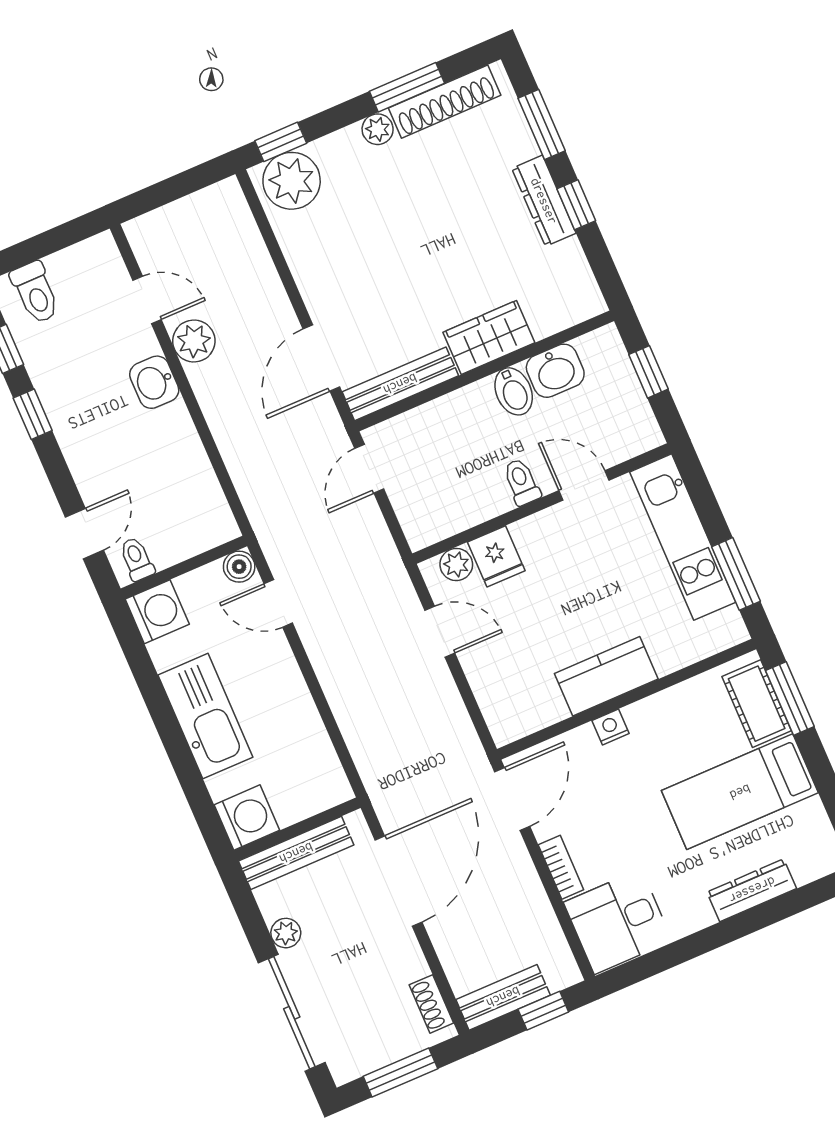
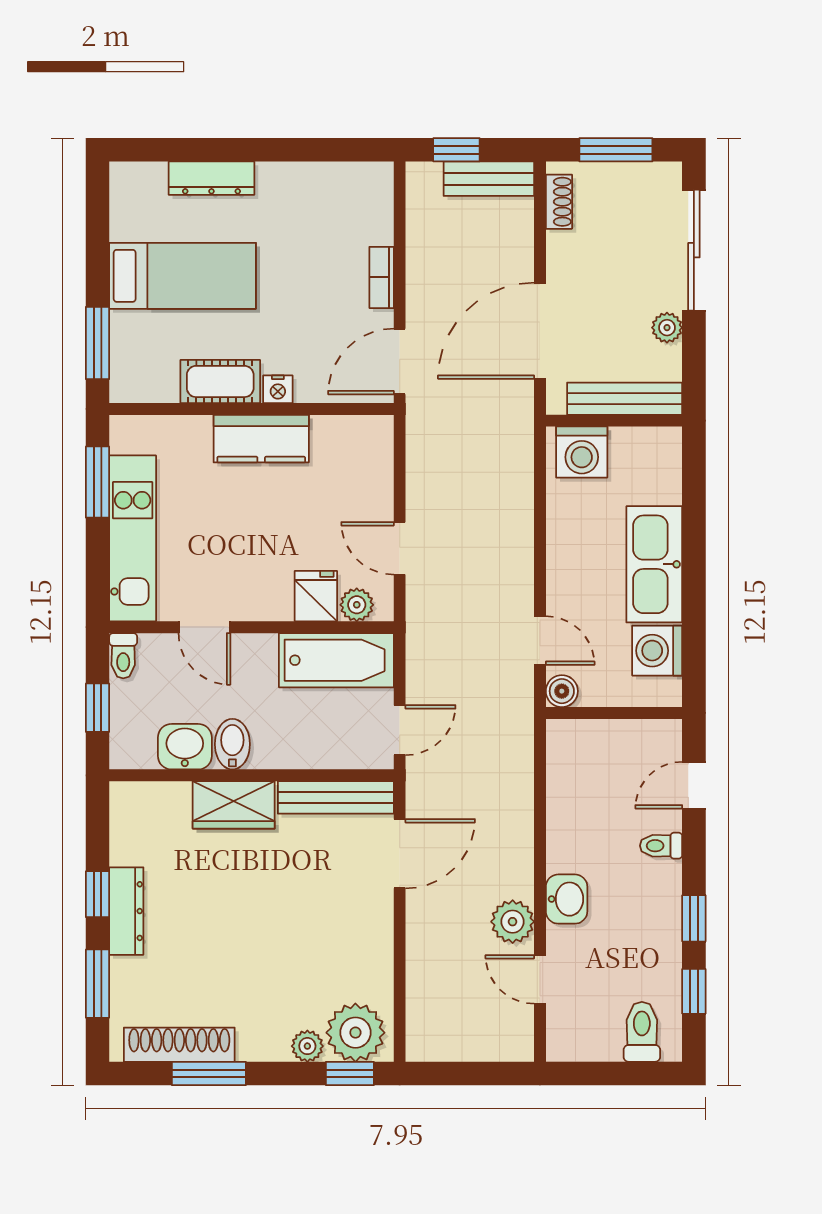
plant: (378, 129) -> (307, 1046), moved
toilet: (522, 482) -> (123, 656), moved
bathtub: (453, 507) -> (336, 660), added
toilet: (137, 559) -> (661, 846), moved, turned 90
washing machine: (157, 612) -> (657, 651), moved
cot: (757, 704) -> (220, 381), moved, turned 90
washing machine: (247, 818) -> (582, 452), moved, turned -90
desk: (618, 922) -> (350, 203), removed

